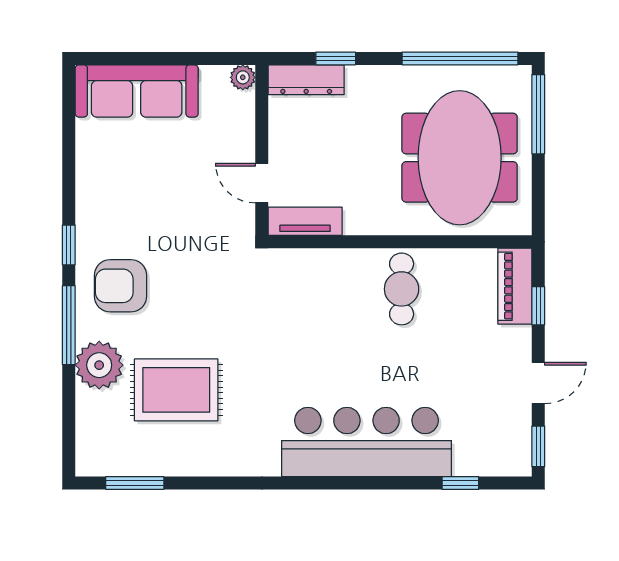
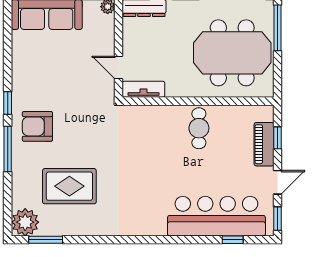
meeting table: (460, 158) -> (232, 53), turned 90
piano: (515, 286) -> (264, 144), moved
plant: (99, 365) -> (25, 222), moved
bar counter: (366, 442) -> (216, 216), moved

